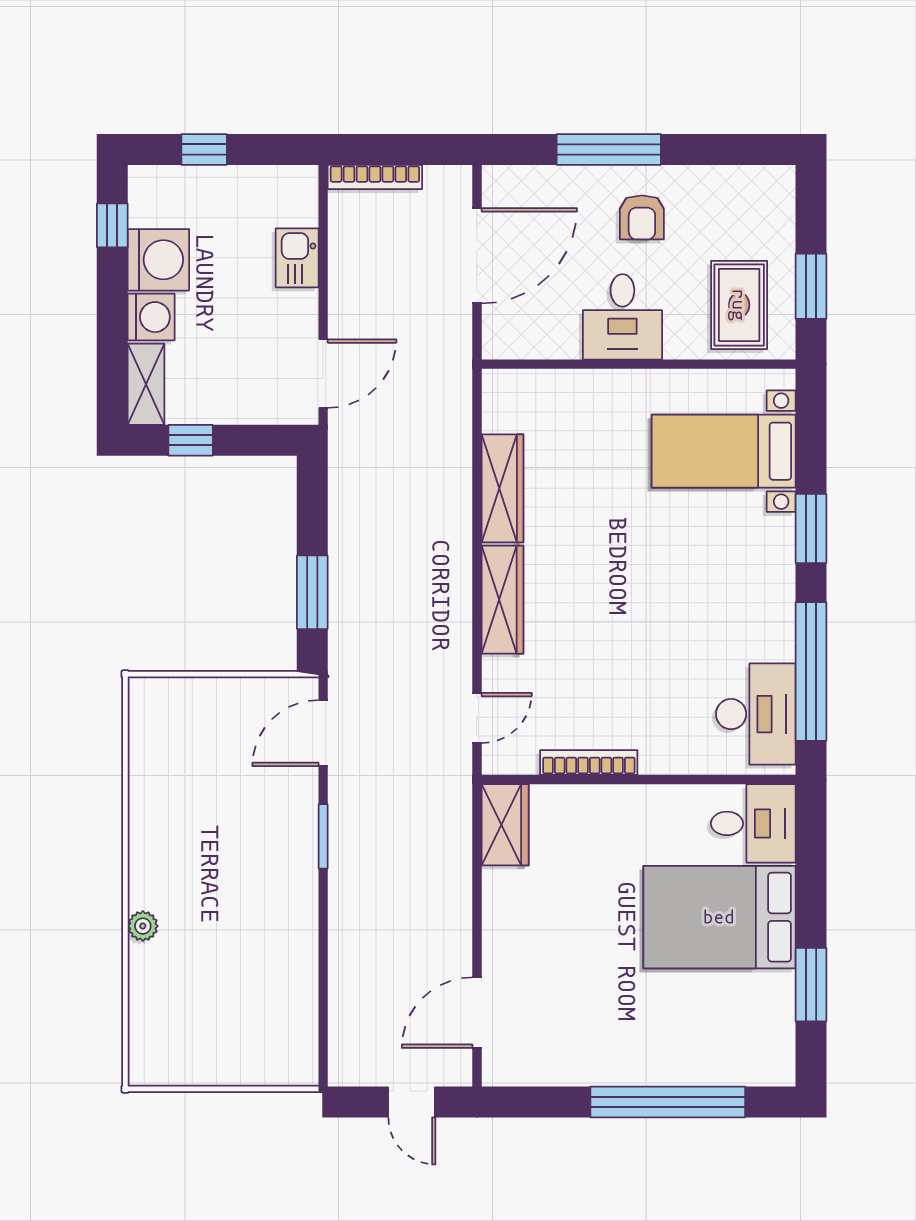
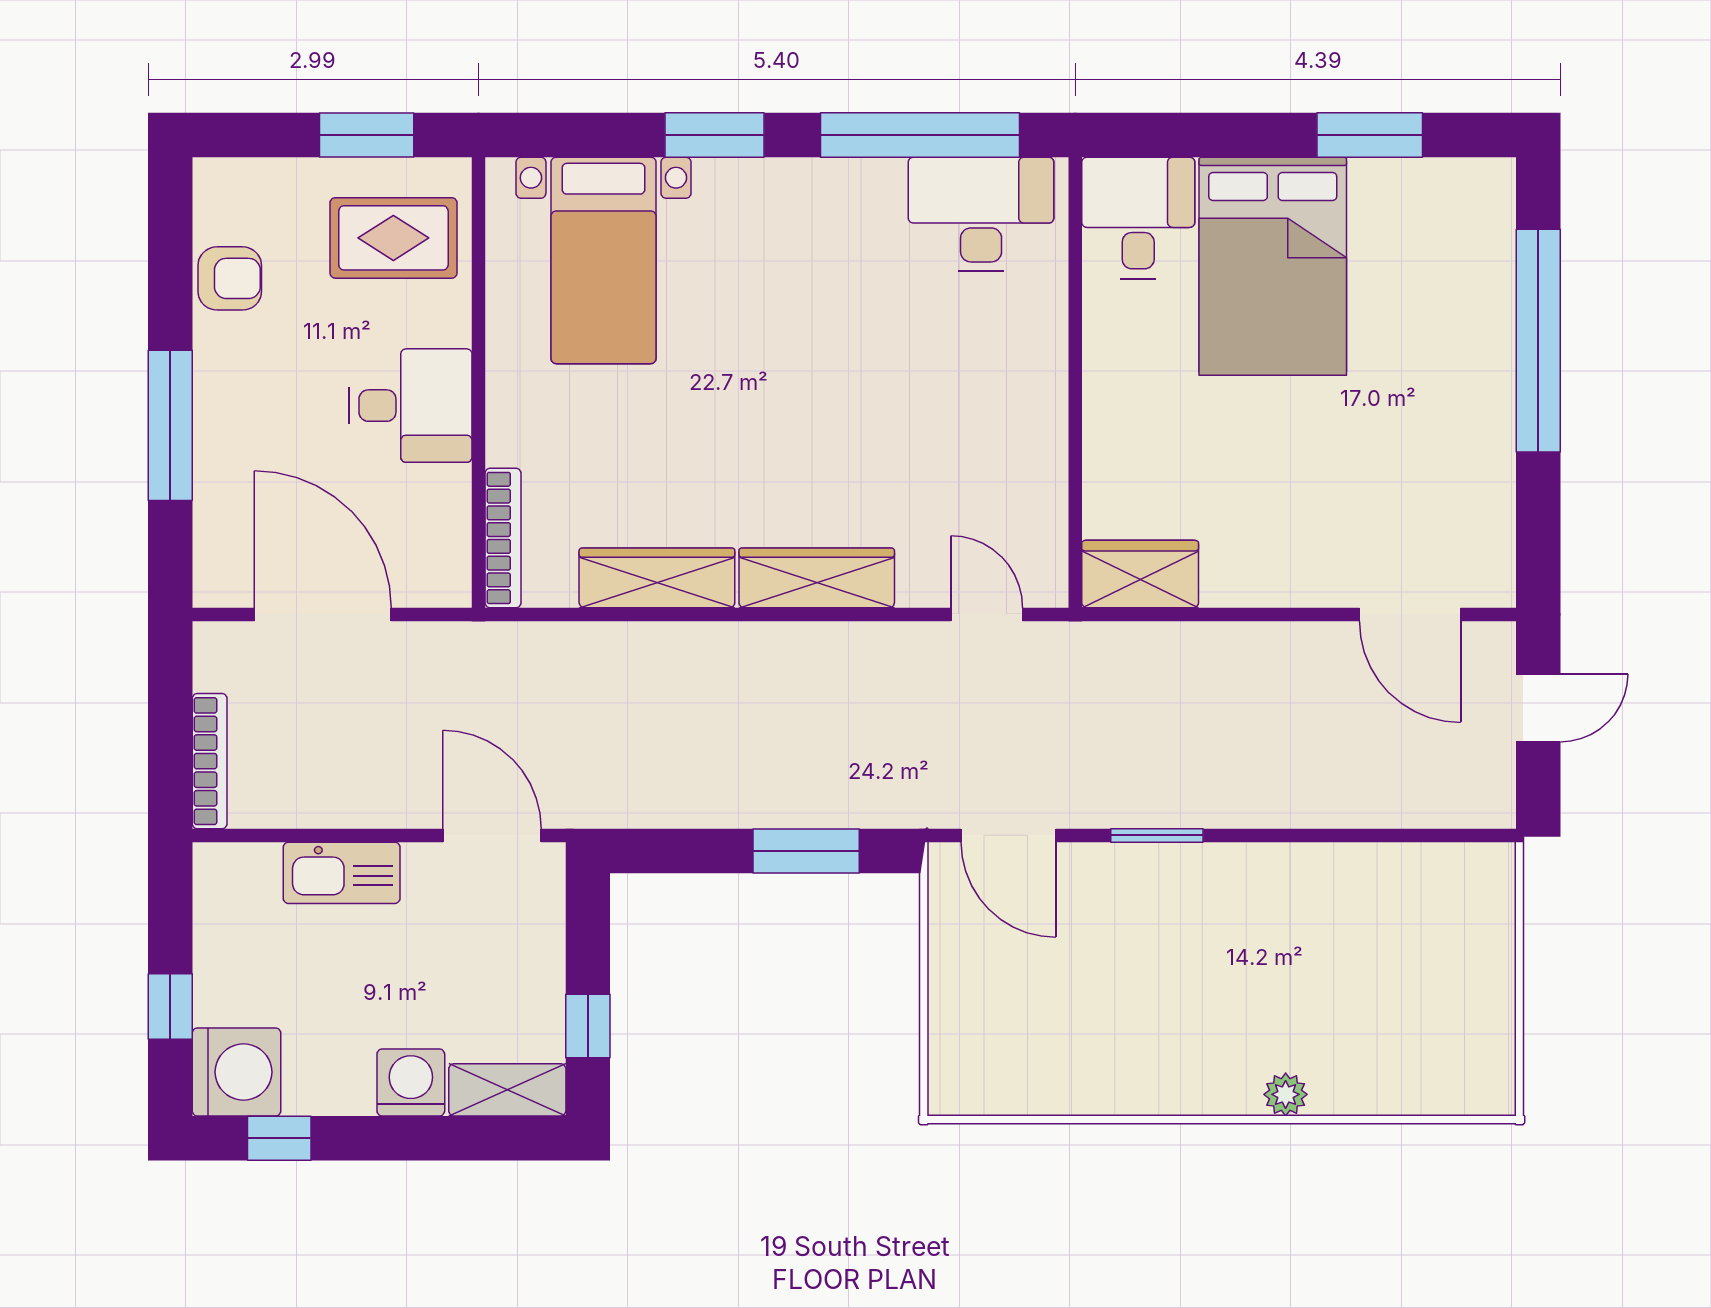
armchair: (642, 217) -> (230, 278), moved
kitchen sink: (297, 258) -> (342, 873), width x1.38
washing machine: (158, 260) -> (236, 1072), moved, turned 90
bookcase: (589, 763) -> (503, 538), moved, turned 180

